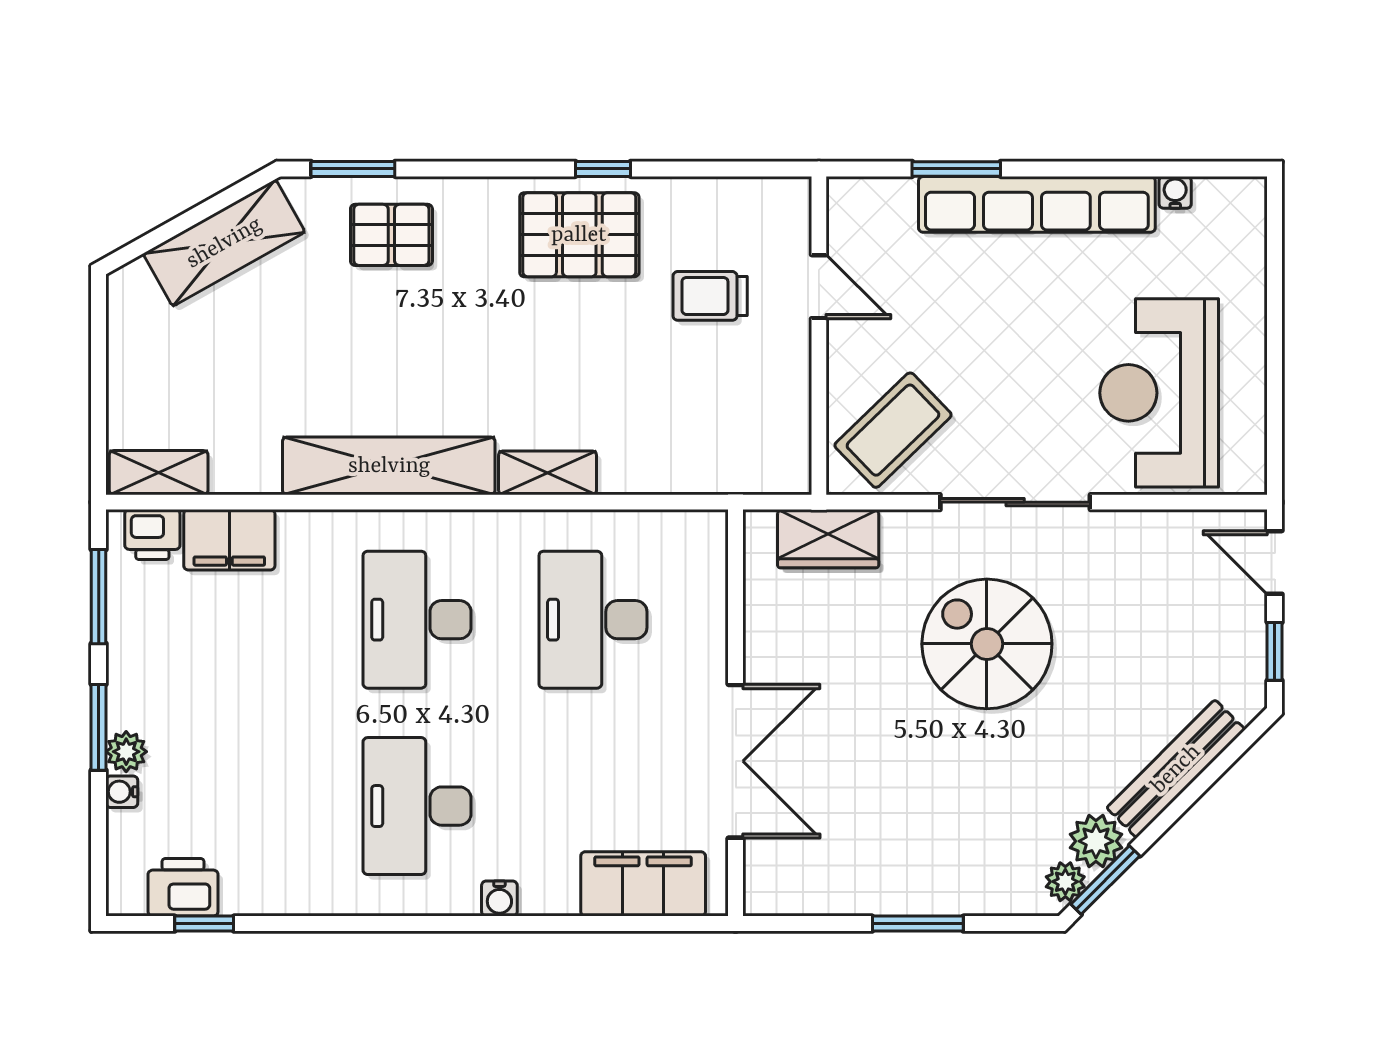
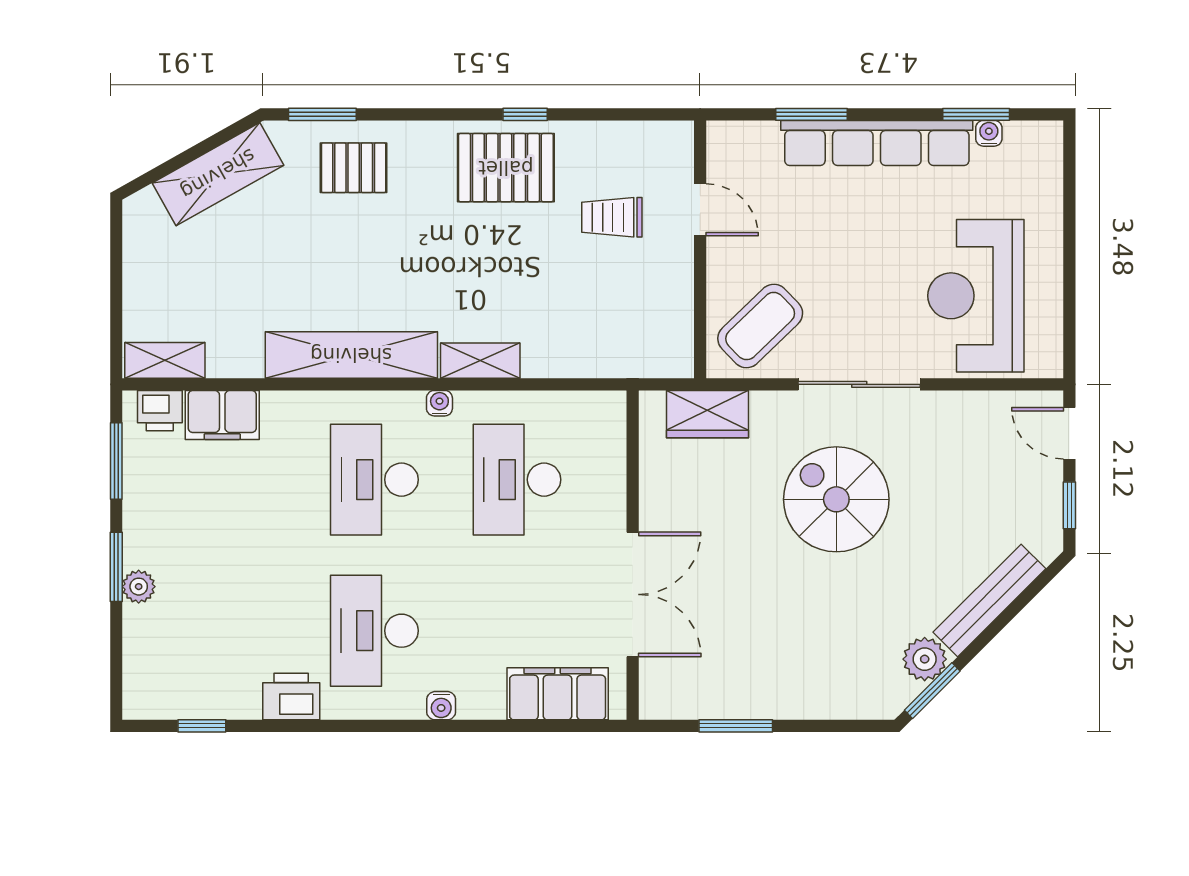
window: (1159, 169) -> (976, 114), added
water cooler: (122, 792) -> (439, 403), moved, turned 90
plant: (1065, 882) -> (900, 692), removed
printer: (183, 887) -> (291, 697), moved
window: (918, 924) -> (736, 726), moved

